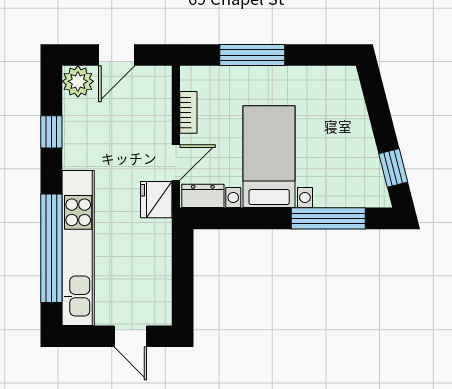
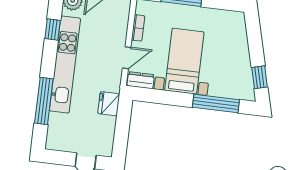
fridge: (156, 200) -> (109, 104), moved
window: (51, 248) -> (44, 101), width x0.68
kitchen unit: (78, 248) -> (65, 64), moved

